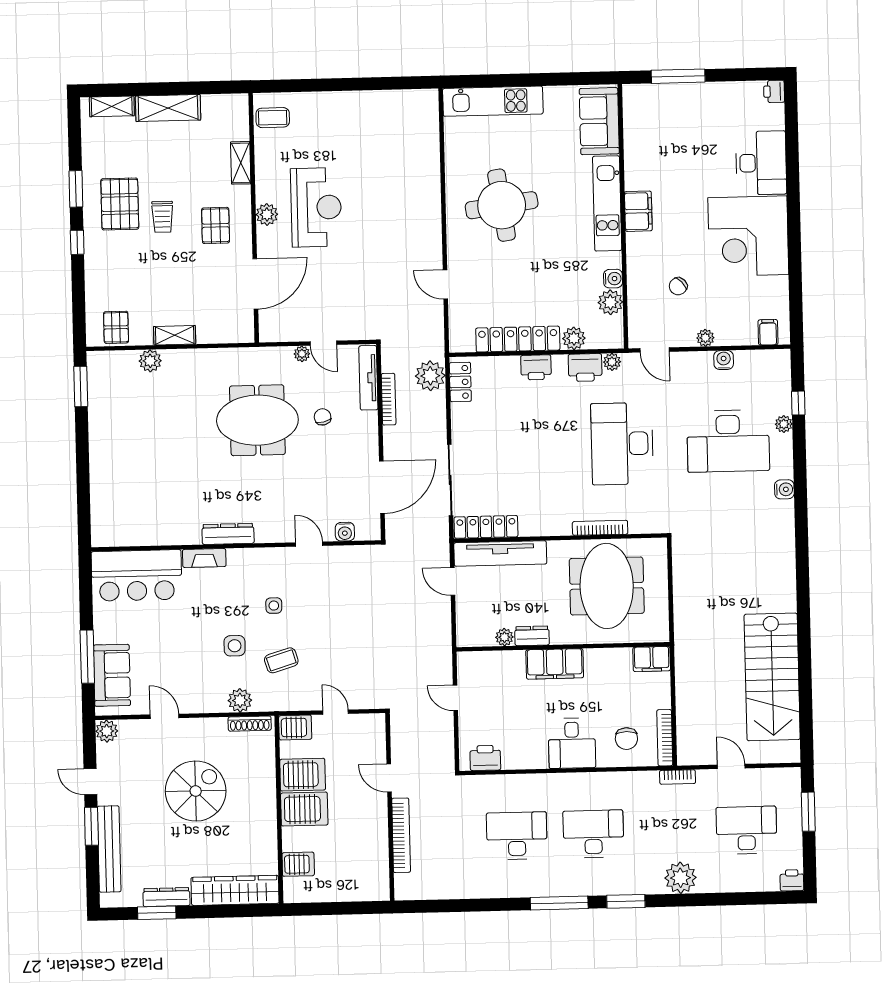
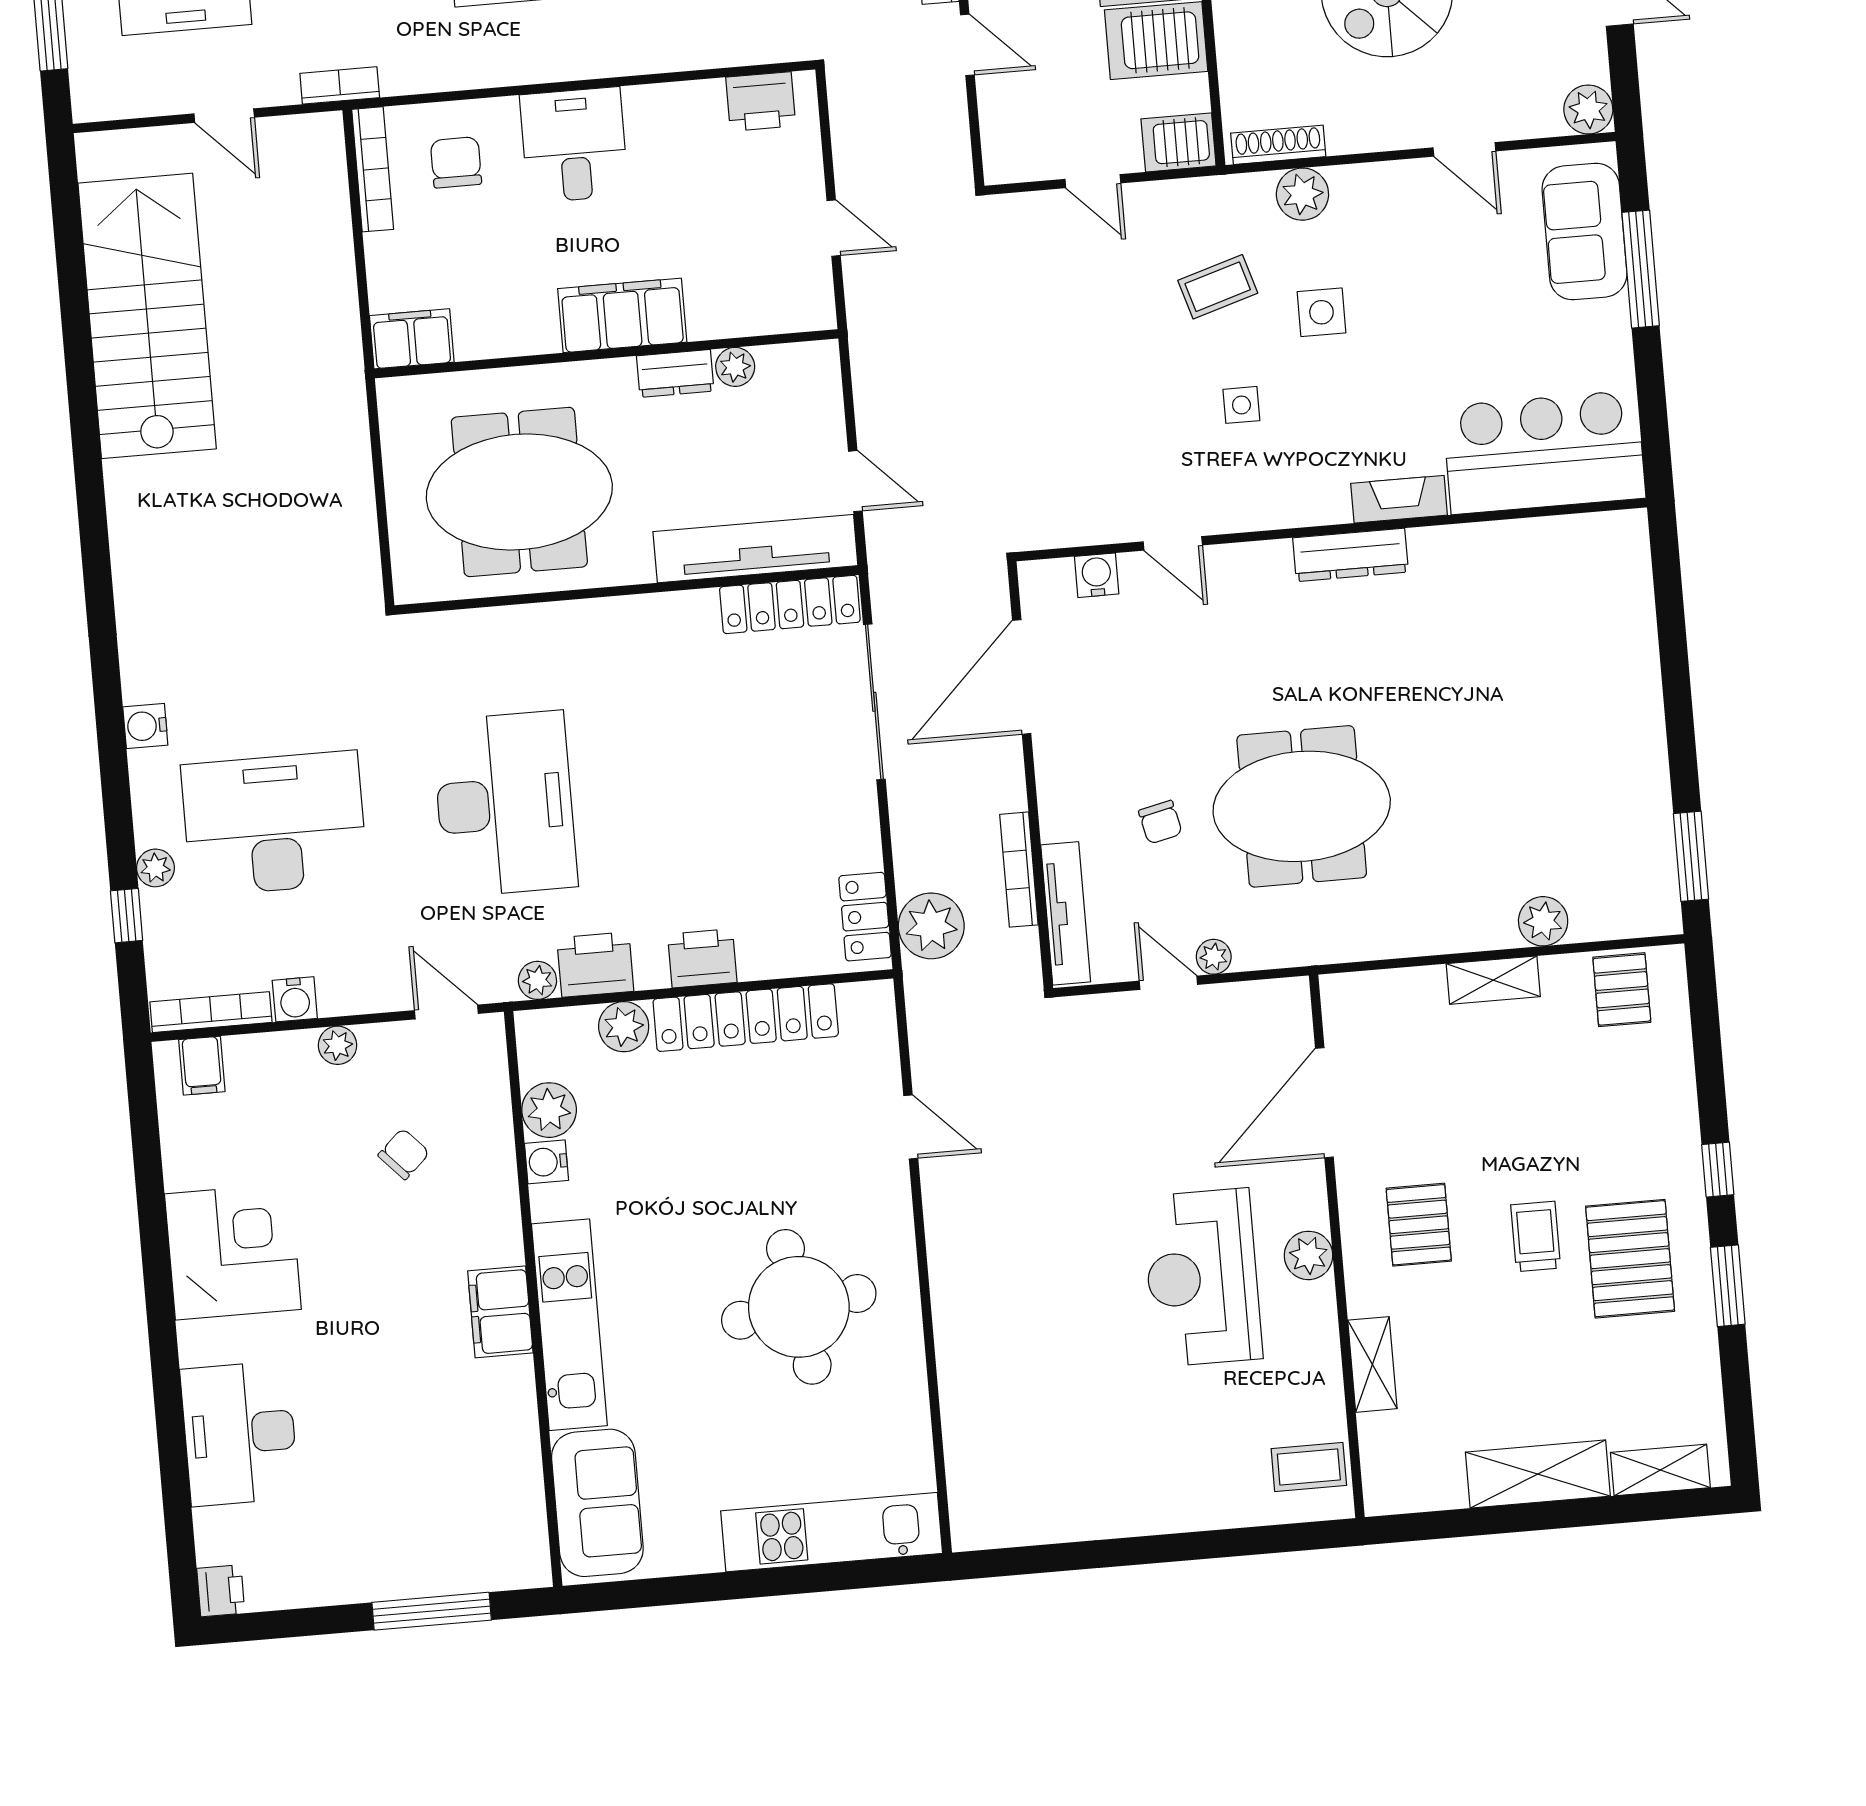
corner desk: (748, 236) -> (233, 1252), width x0.74, depth x0.74
bookcase: (600, 528) -> (211, 1012), moved, turned 180
meeting table: (607, 586) -> (519, 492), turned 90

